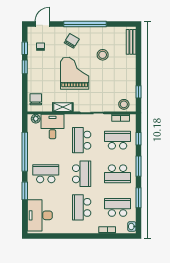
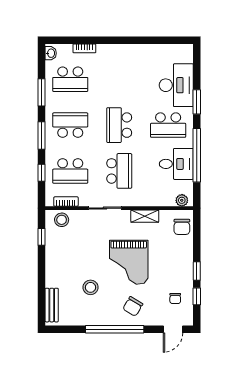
desk: (52, 127) -> (176, 164), moved, turned -90
school desk: (82, 207) -> (119, 79), removed
desk: (40, 215) -> (176, 85), moved

